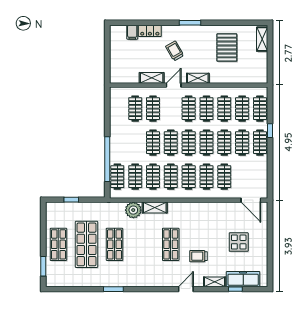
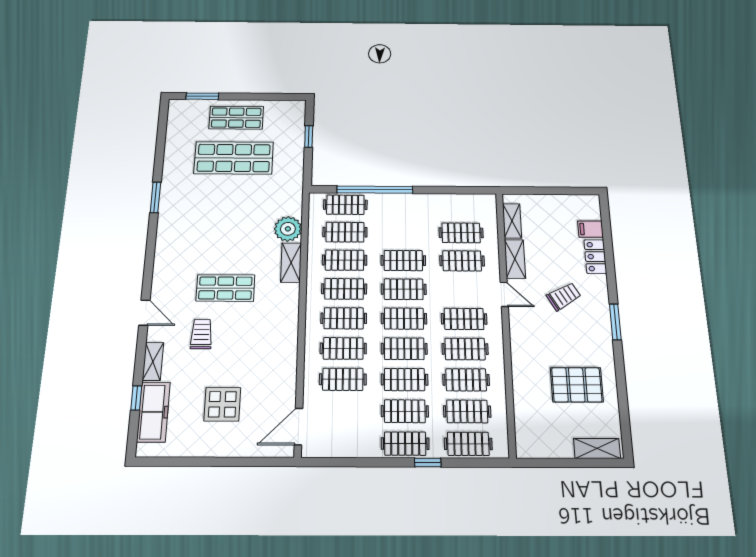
shelving: (198, 78) -> (512, 221), moved
shop shelf: (115, 244) -> (231, 200), removed

